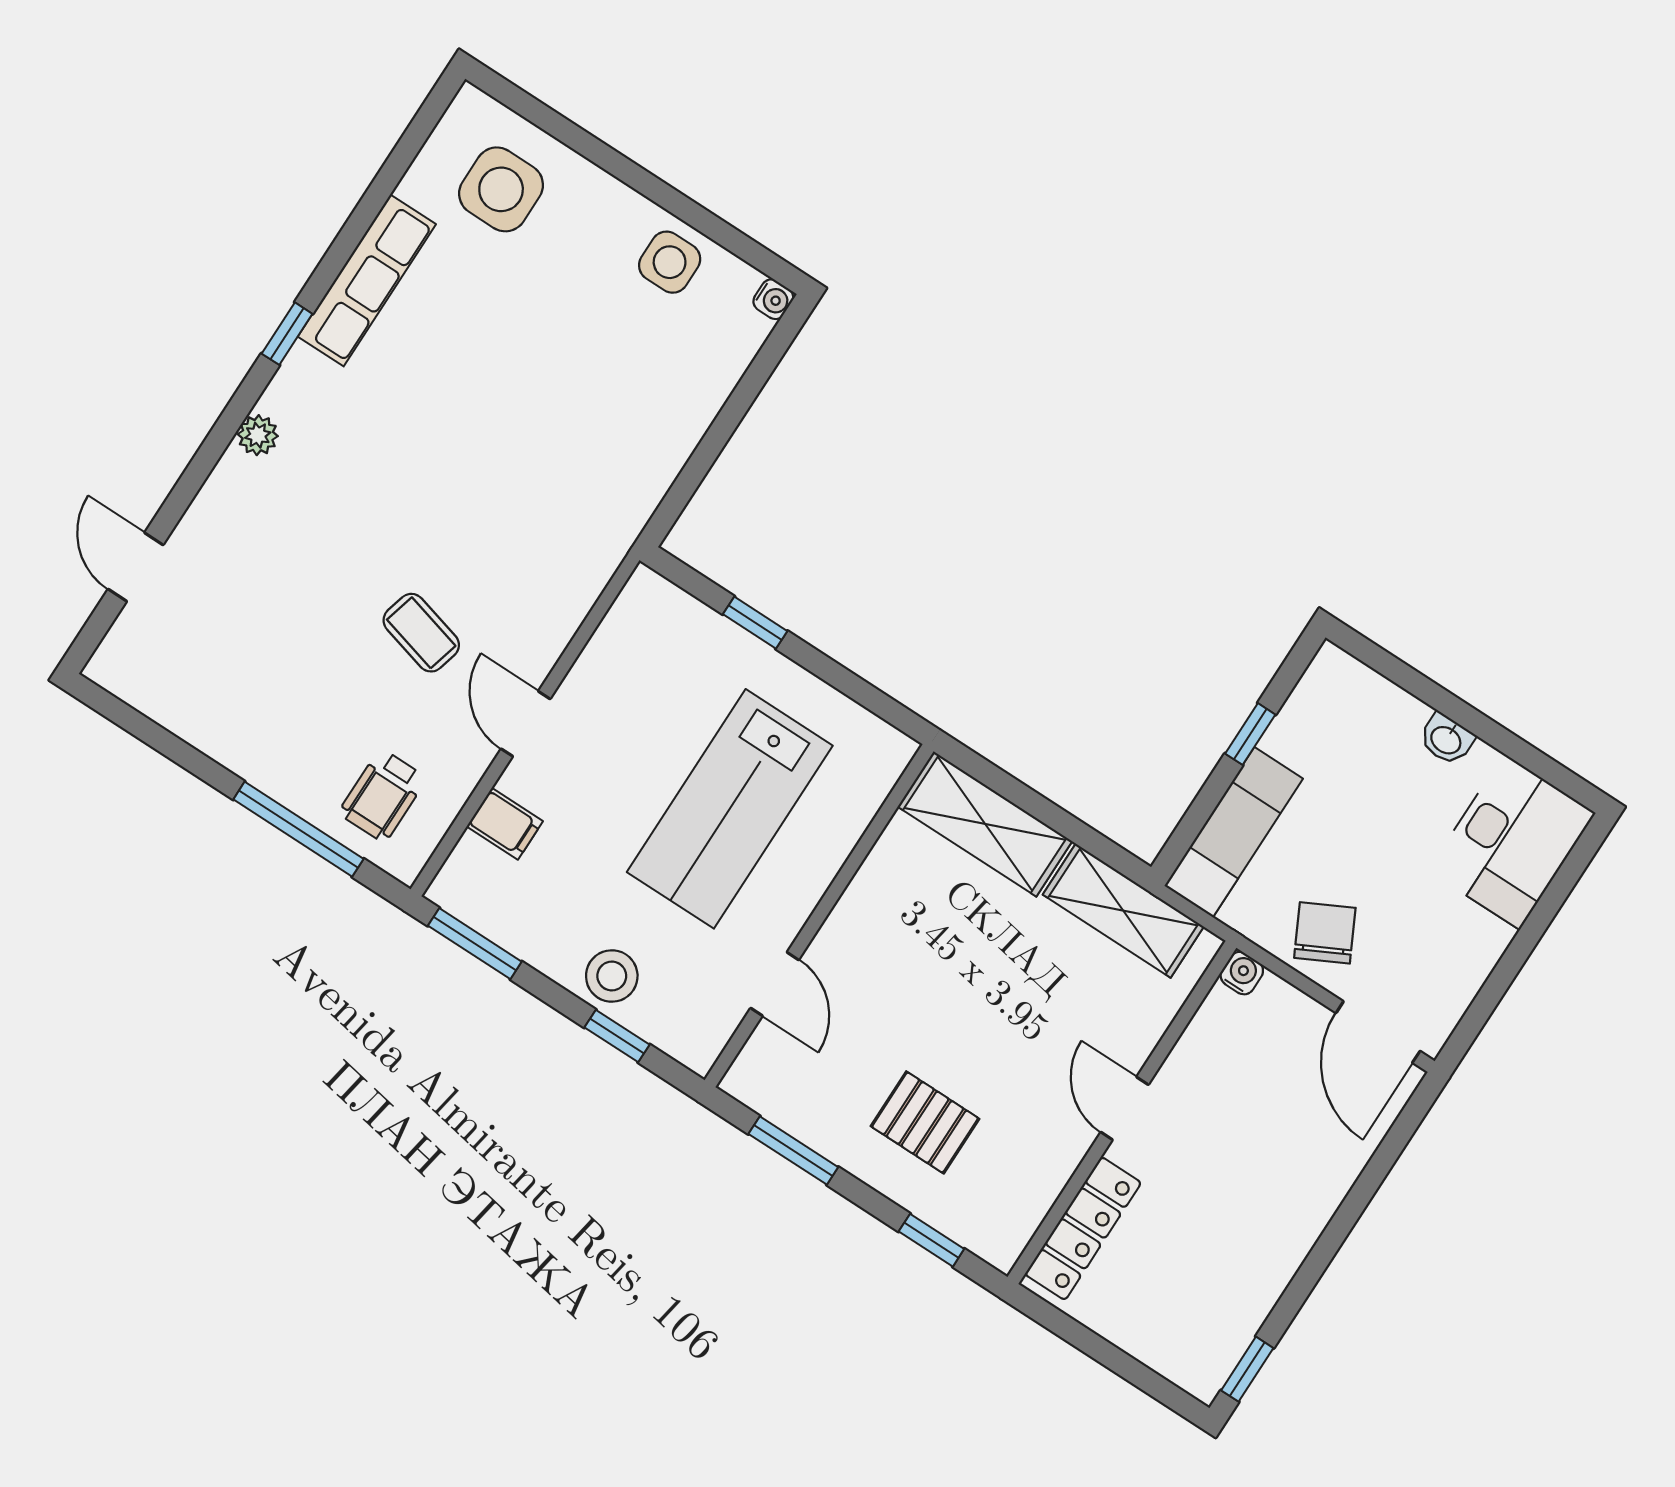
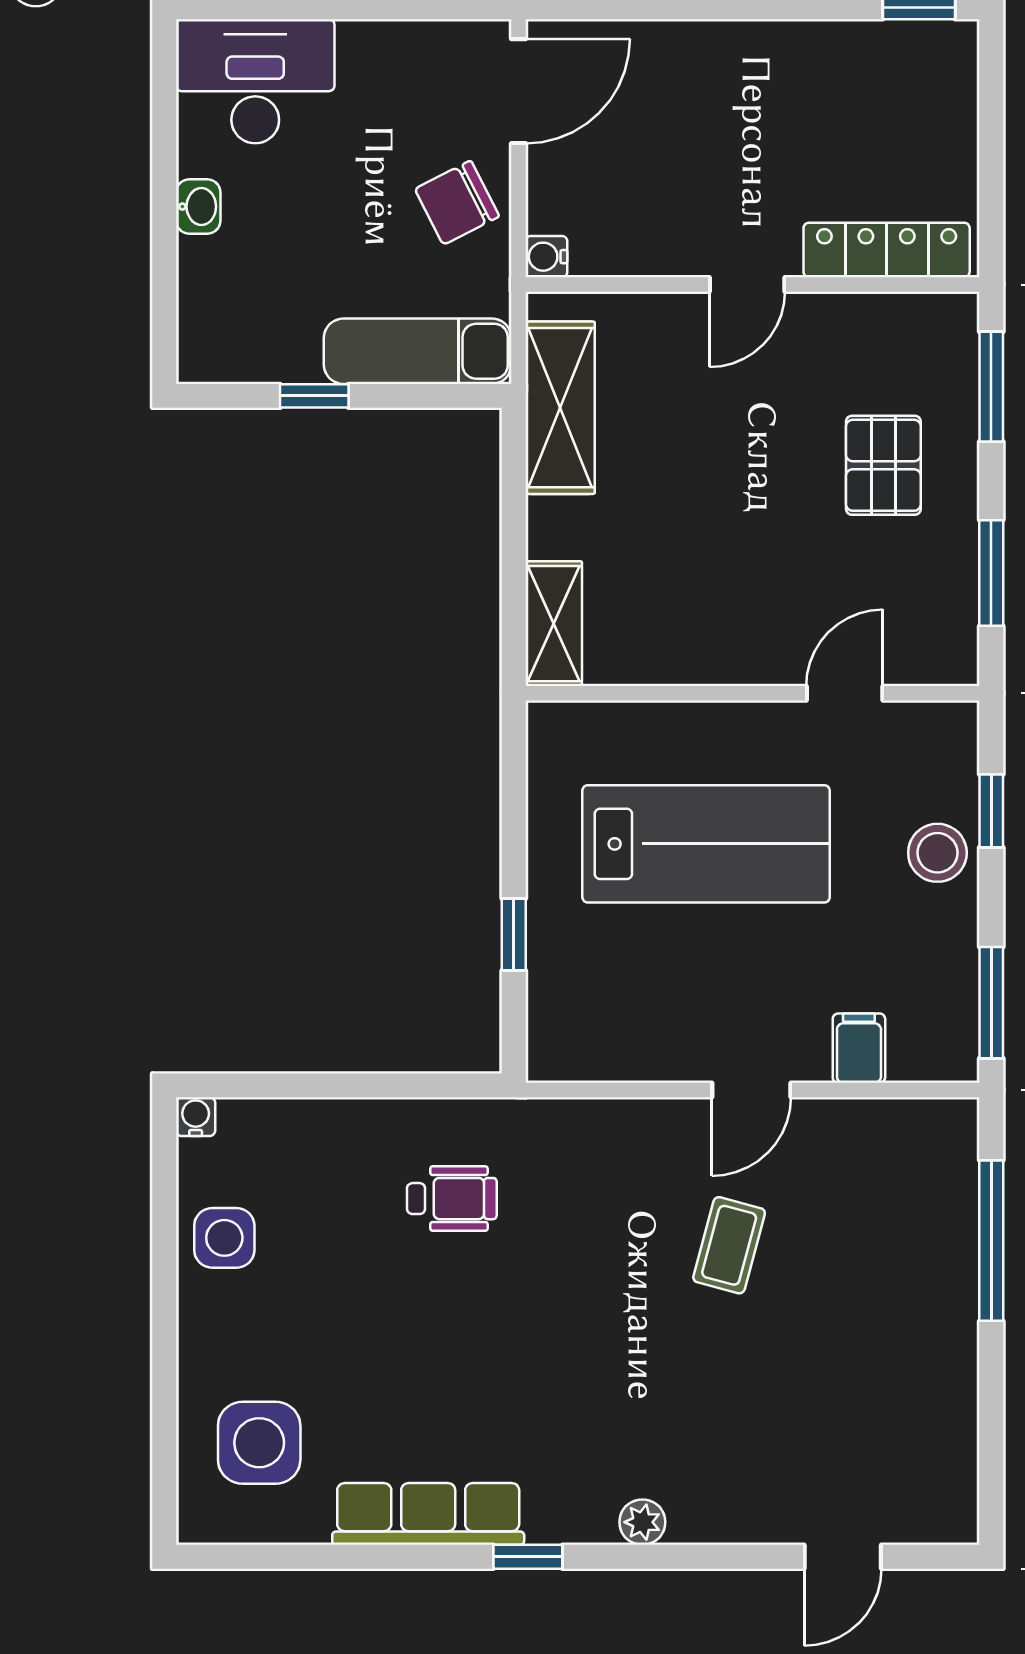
wheelchair: (383, 796) -> (452, 1199), moved
shelving: (985, 824) -> (554, 624), width x0.67, depth x0.75
window: (931, 1240) -> (991, 387), width x1.50

